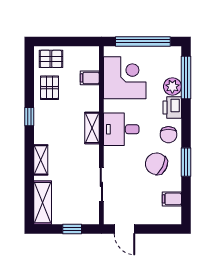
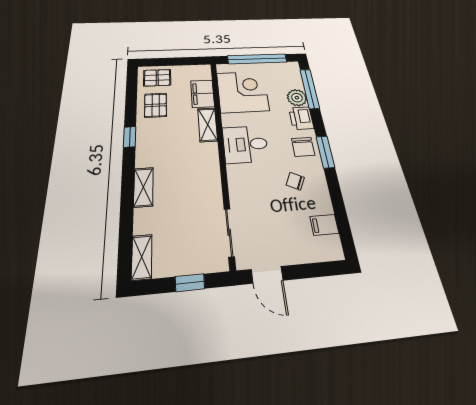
filing cabinet: (90, 78) -> (203, 94), width x2.00
shelving: (92, 128) -> (208, 125), moved
window: (186, 162) -> (325, 152), moved
chair: (156, 164) -> (295, 181), width x0.54, depth x0.54
sliding door: (101, 184) -> (229, 232), moved
shelving: (43, 203) -> (142, 257), width x0.67, depth x0.75

